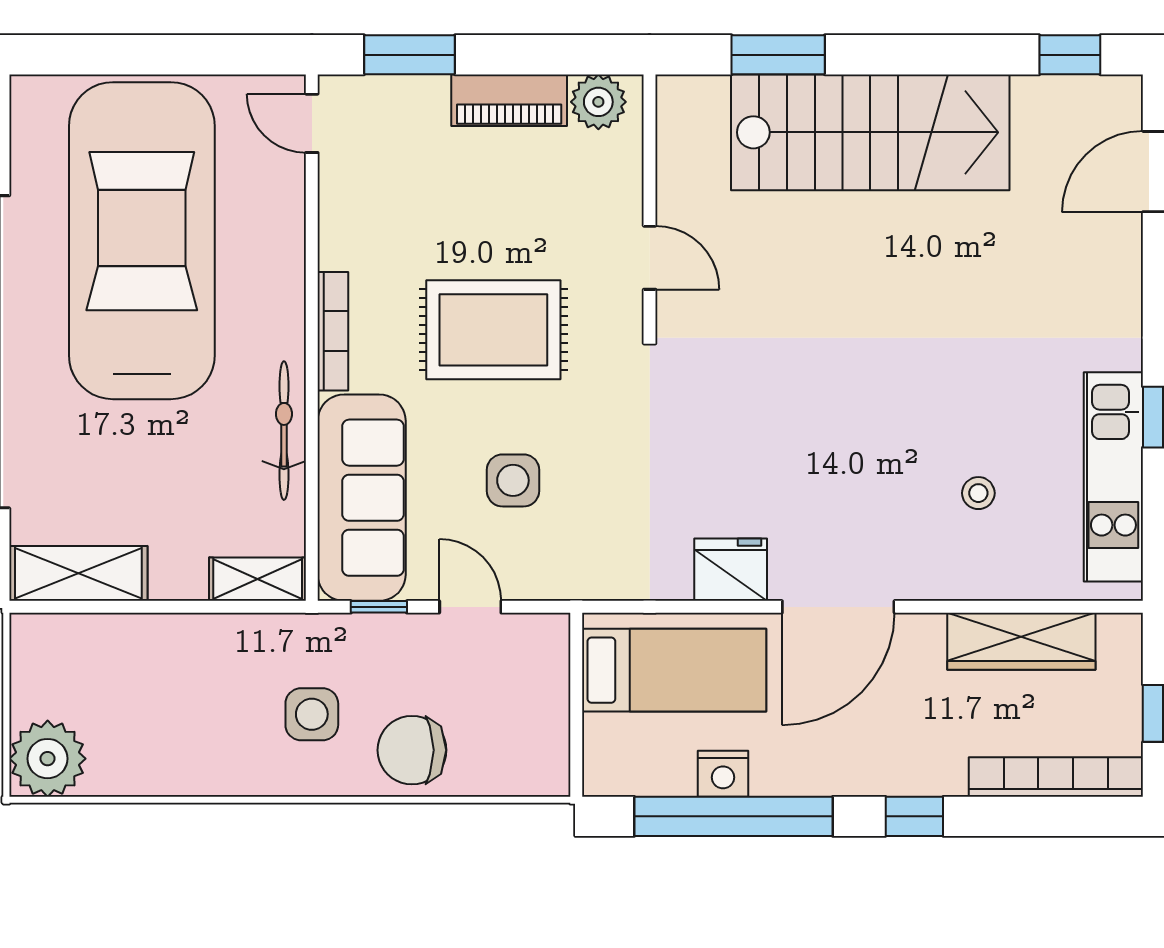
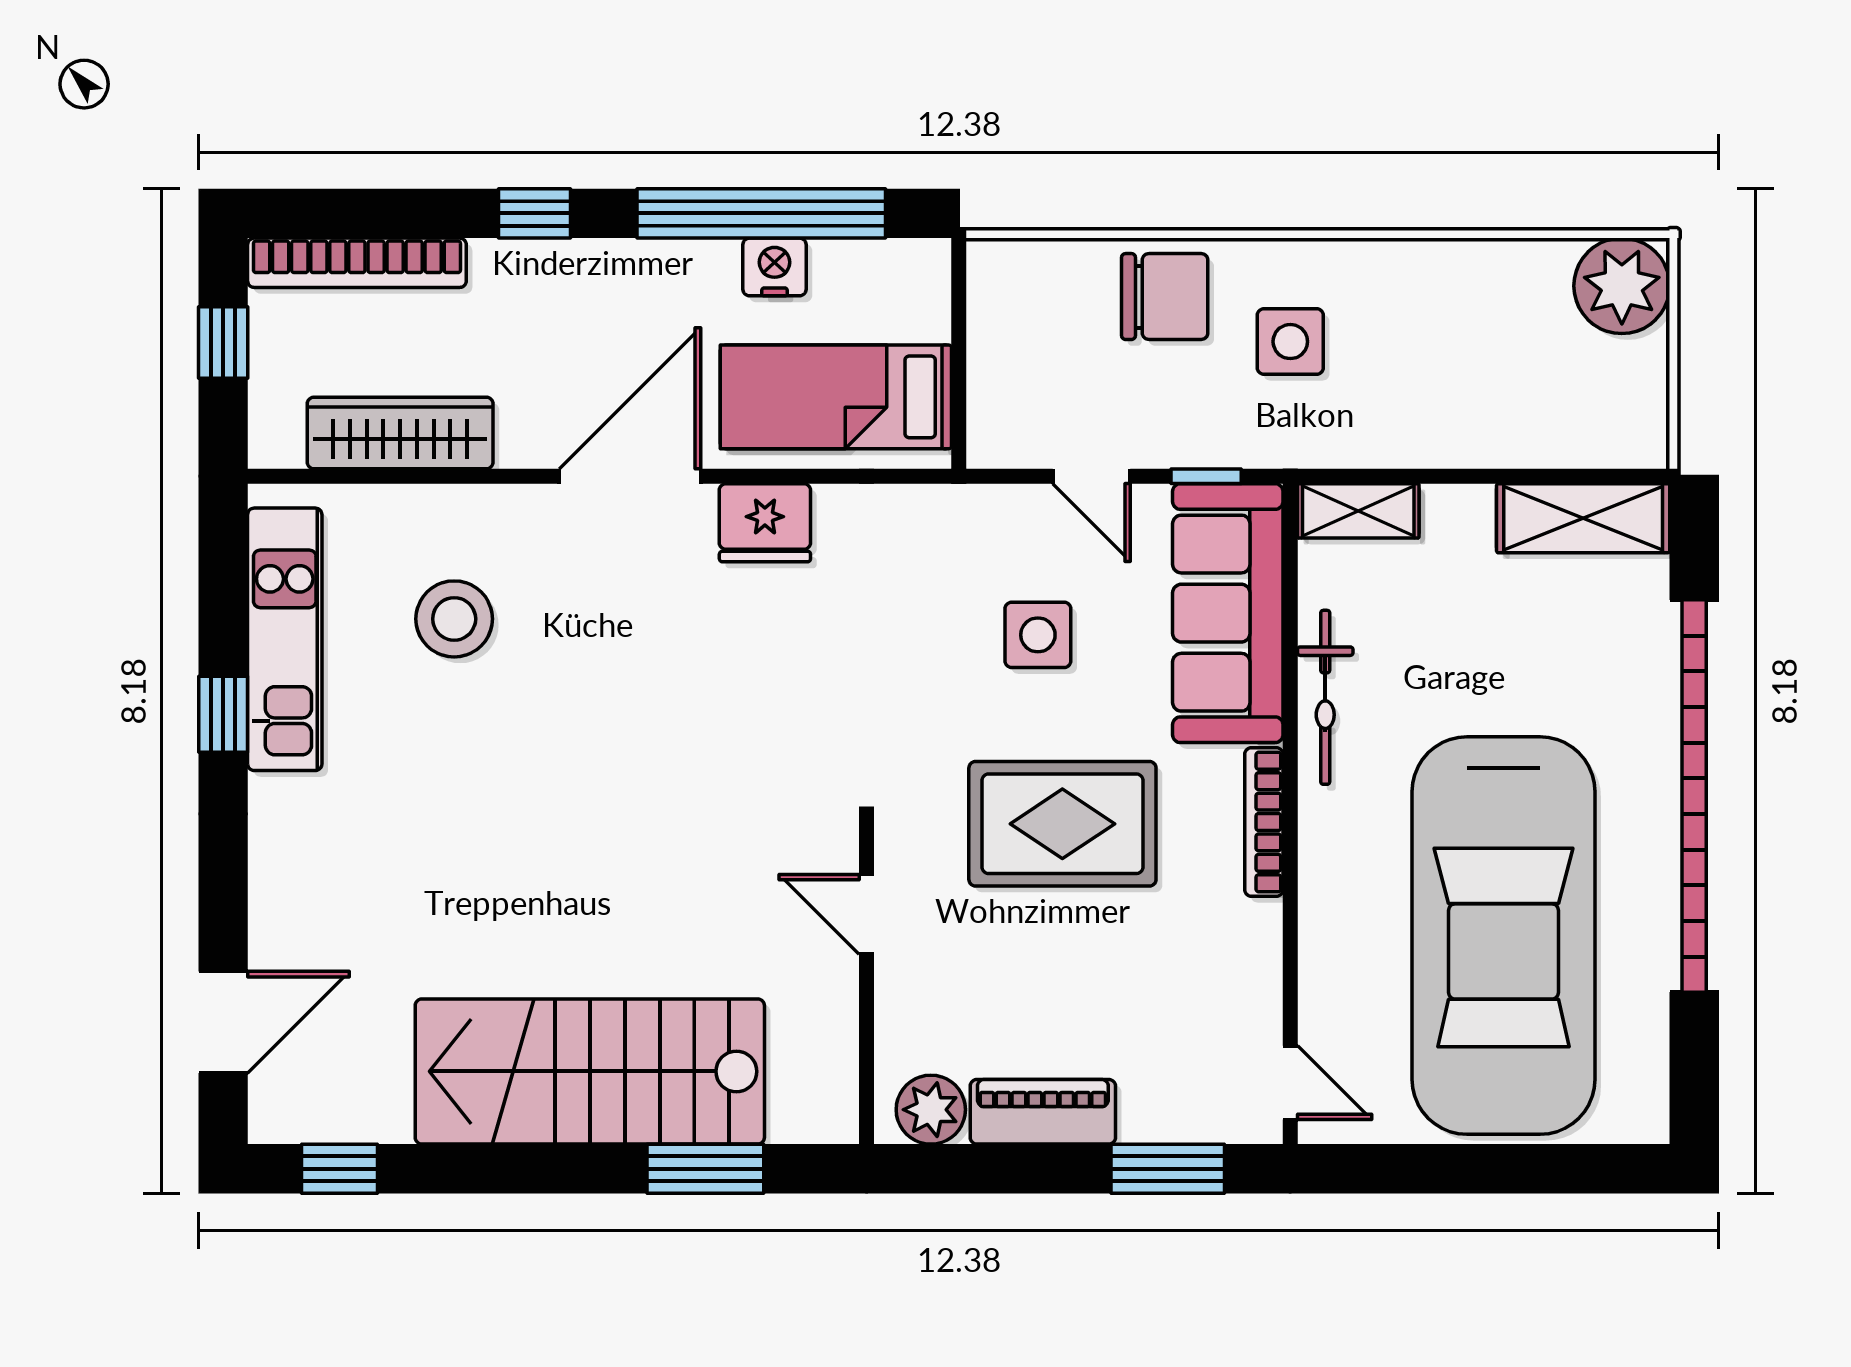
stool: (978, 493) -> (454, 619), width x1.89, depth x1.89

